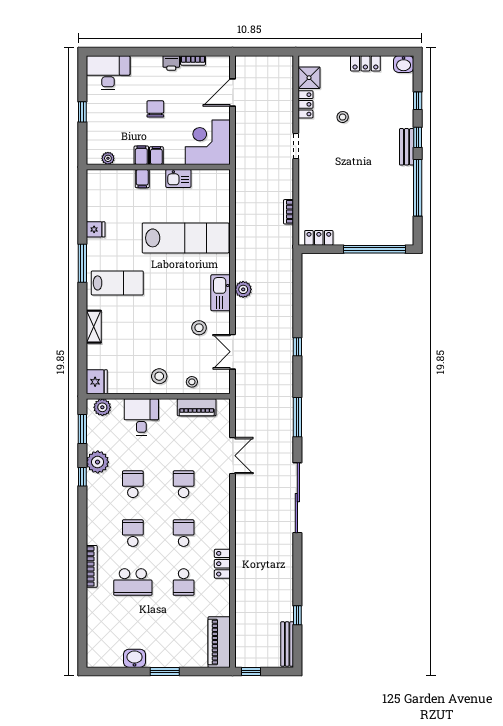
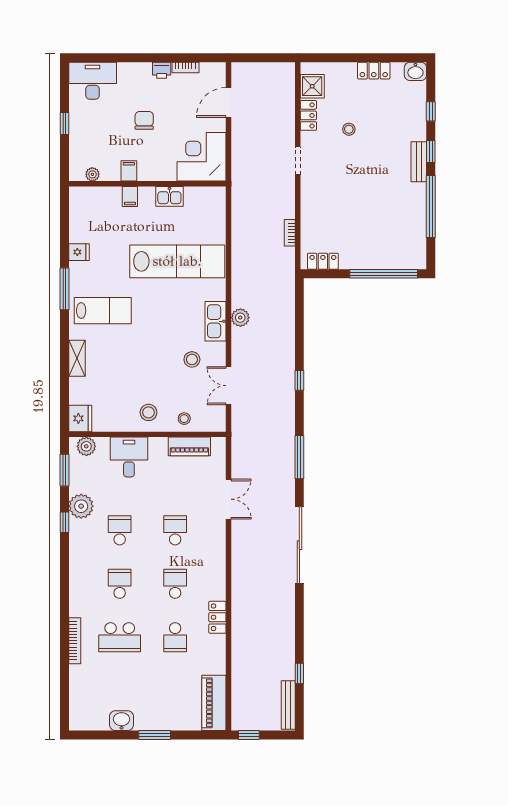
filing cabinet: (156, 156) -> (145, 171), removed
bookcase: (92, 566) -> (75, 641), moved

